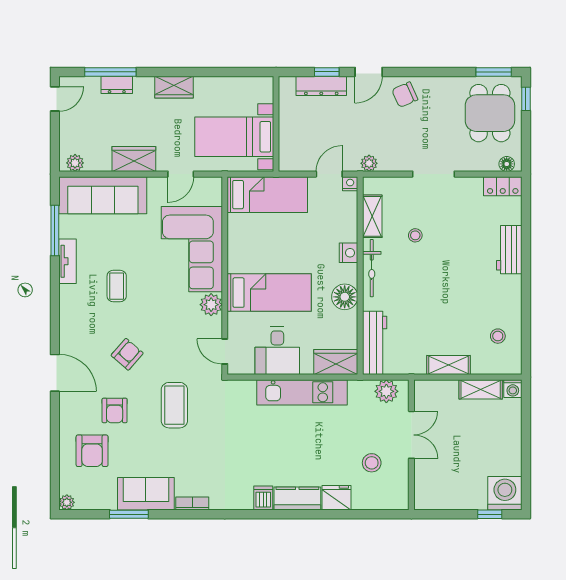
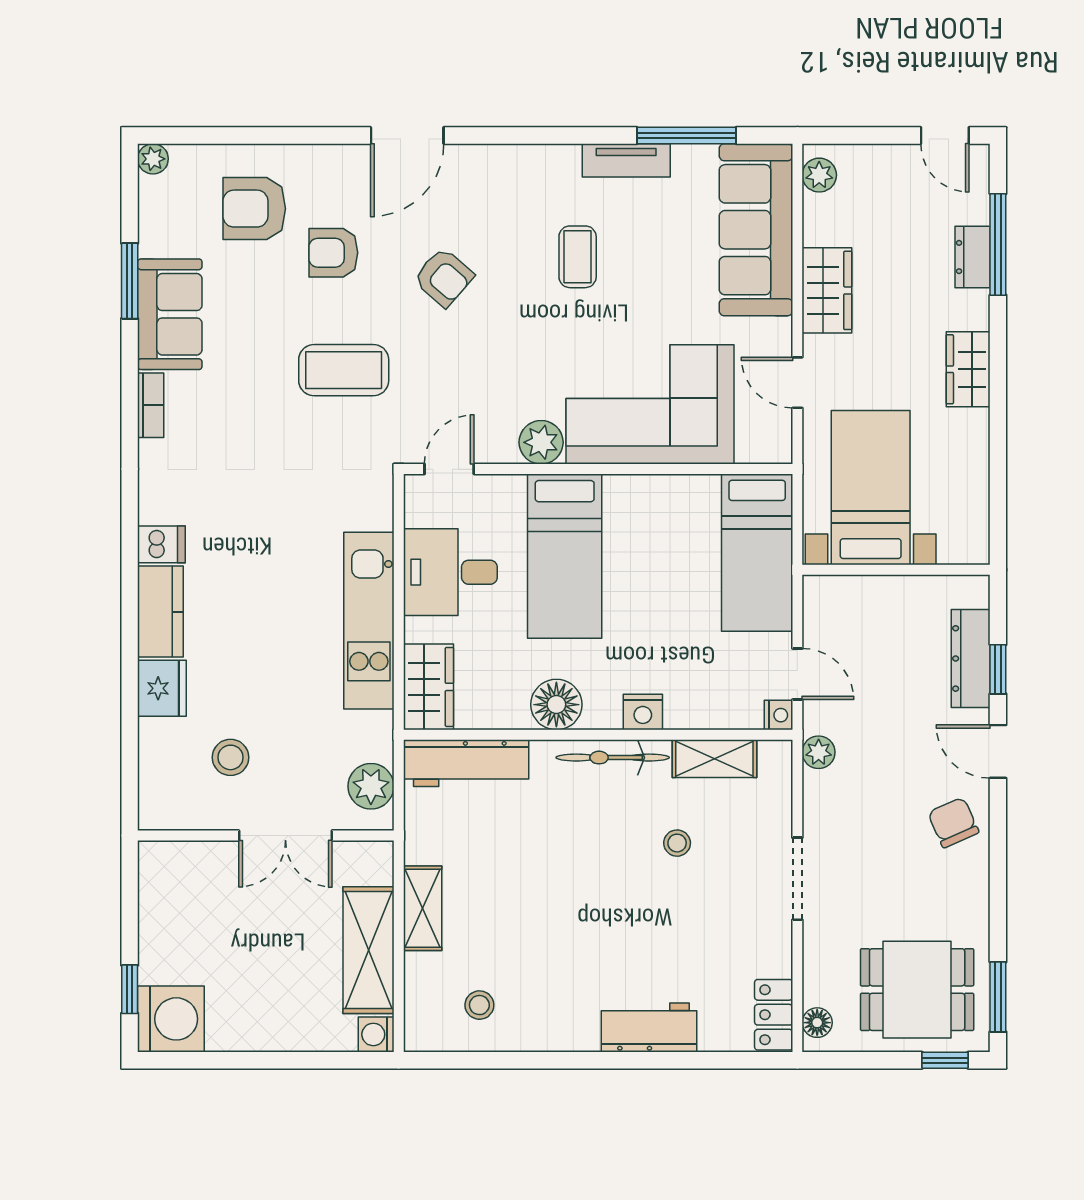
coffee table: (117, 286) -> (578, 257), turned 90
shelving: (481, 389) -> (368, 950), width x1.50, depth x1.33

